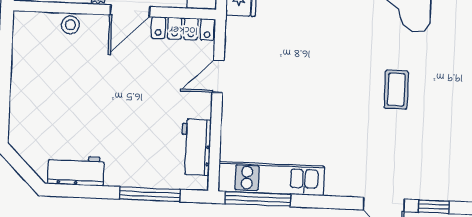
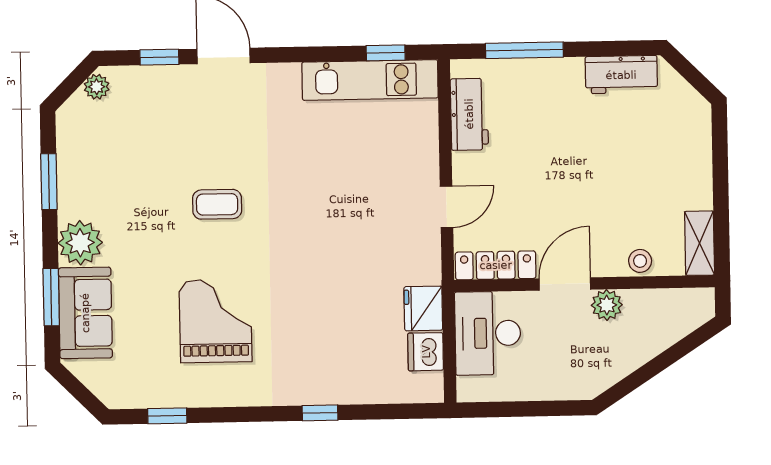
shelving: (23, 36) -> (700, 243), added
coffee table: (396, 90) -> (217, 204), turned 90
window: (258, 199) -> (386, 53), width x0.46

